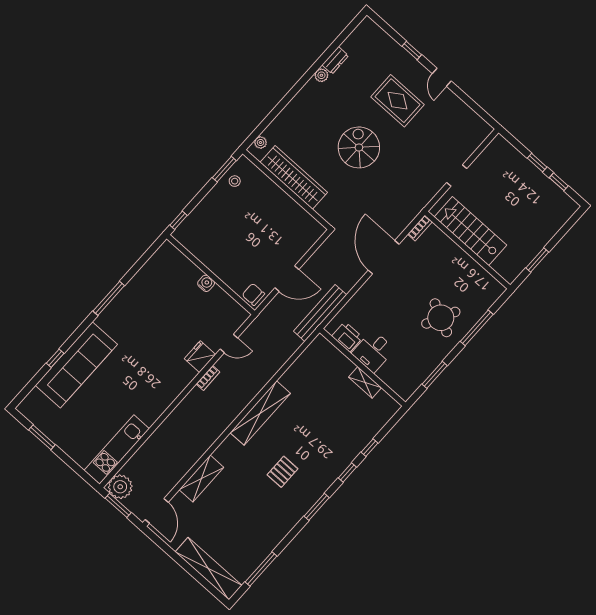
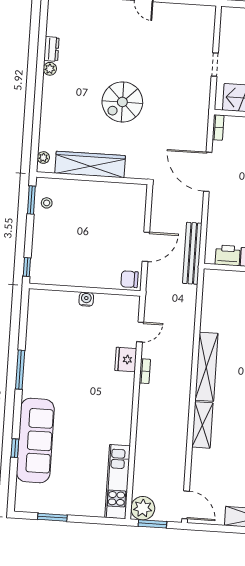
rug: (397, 101) -> (124, 43), removed
spiral stairs: (359, 147) -> (122, 102), turned -90
shelving: (201, 479) -> (202, 425), moved

